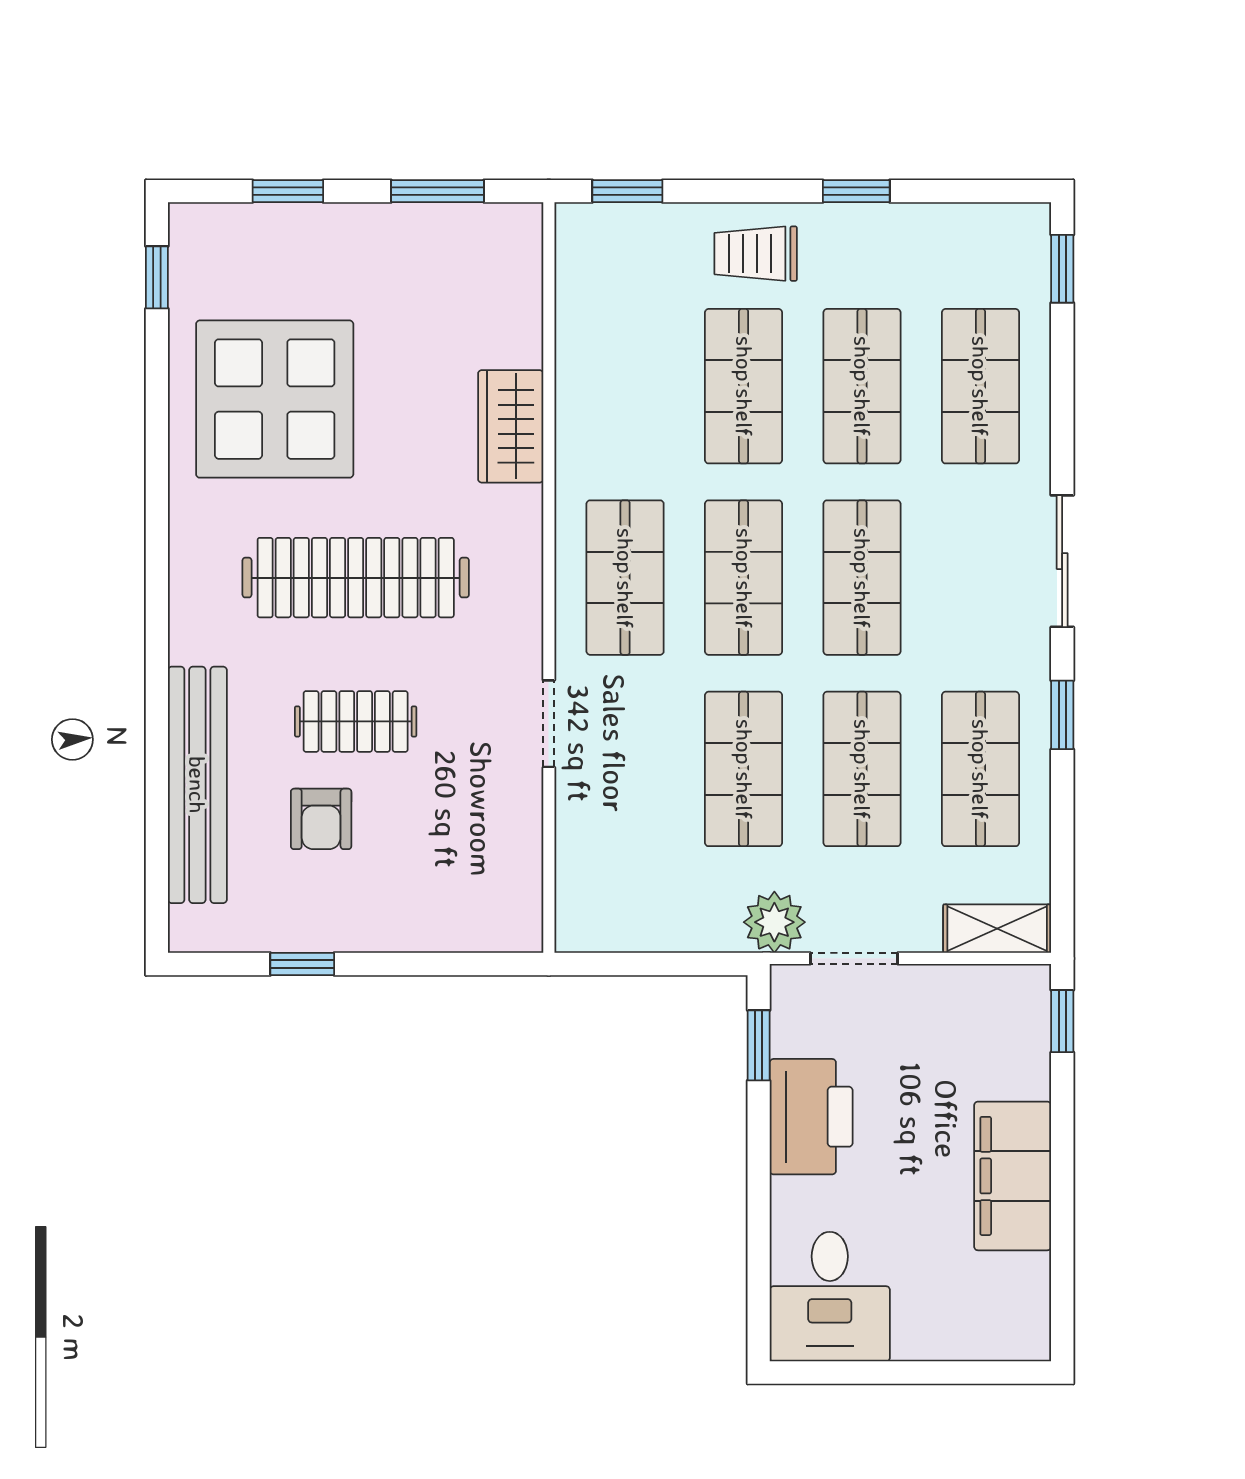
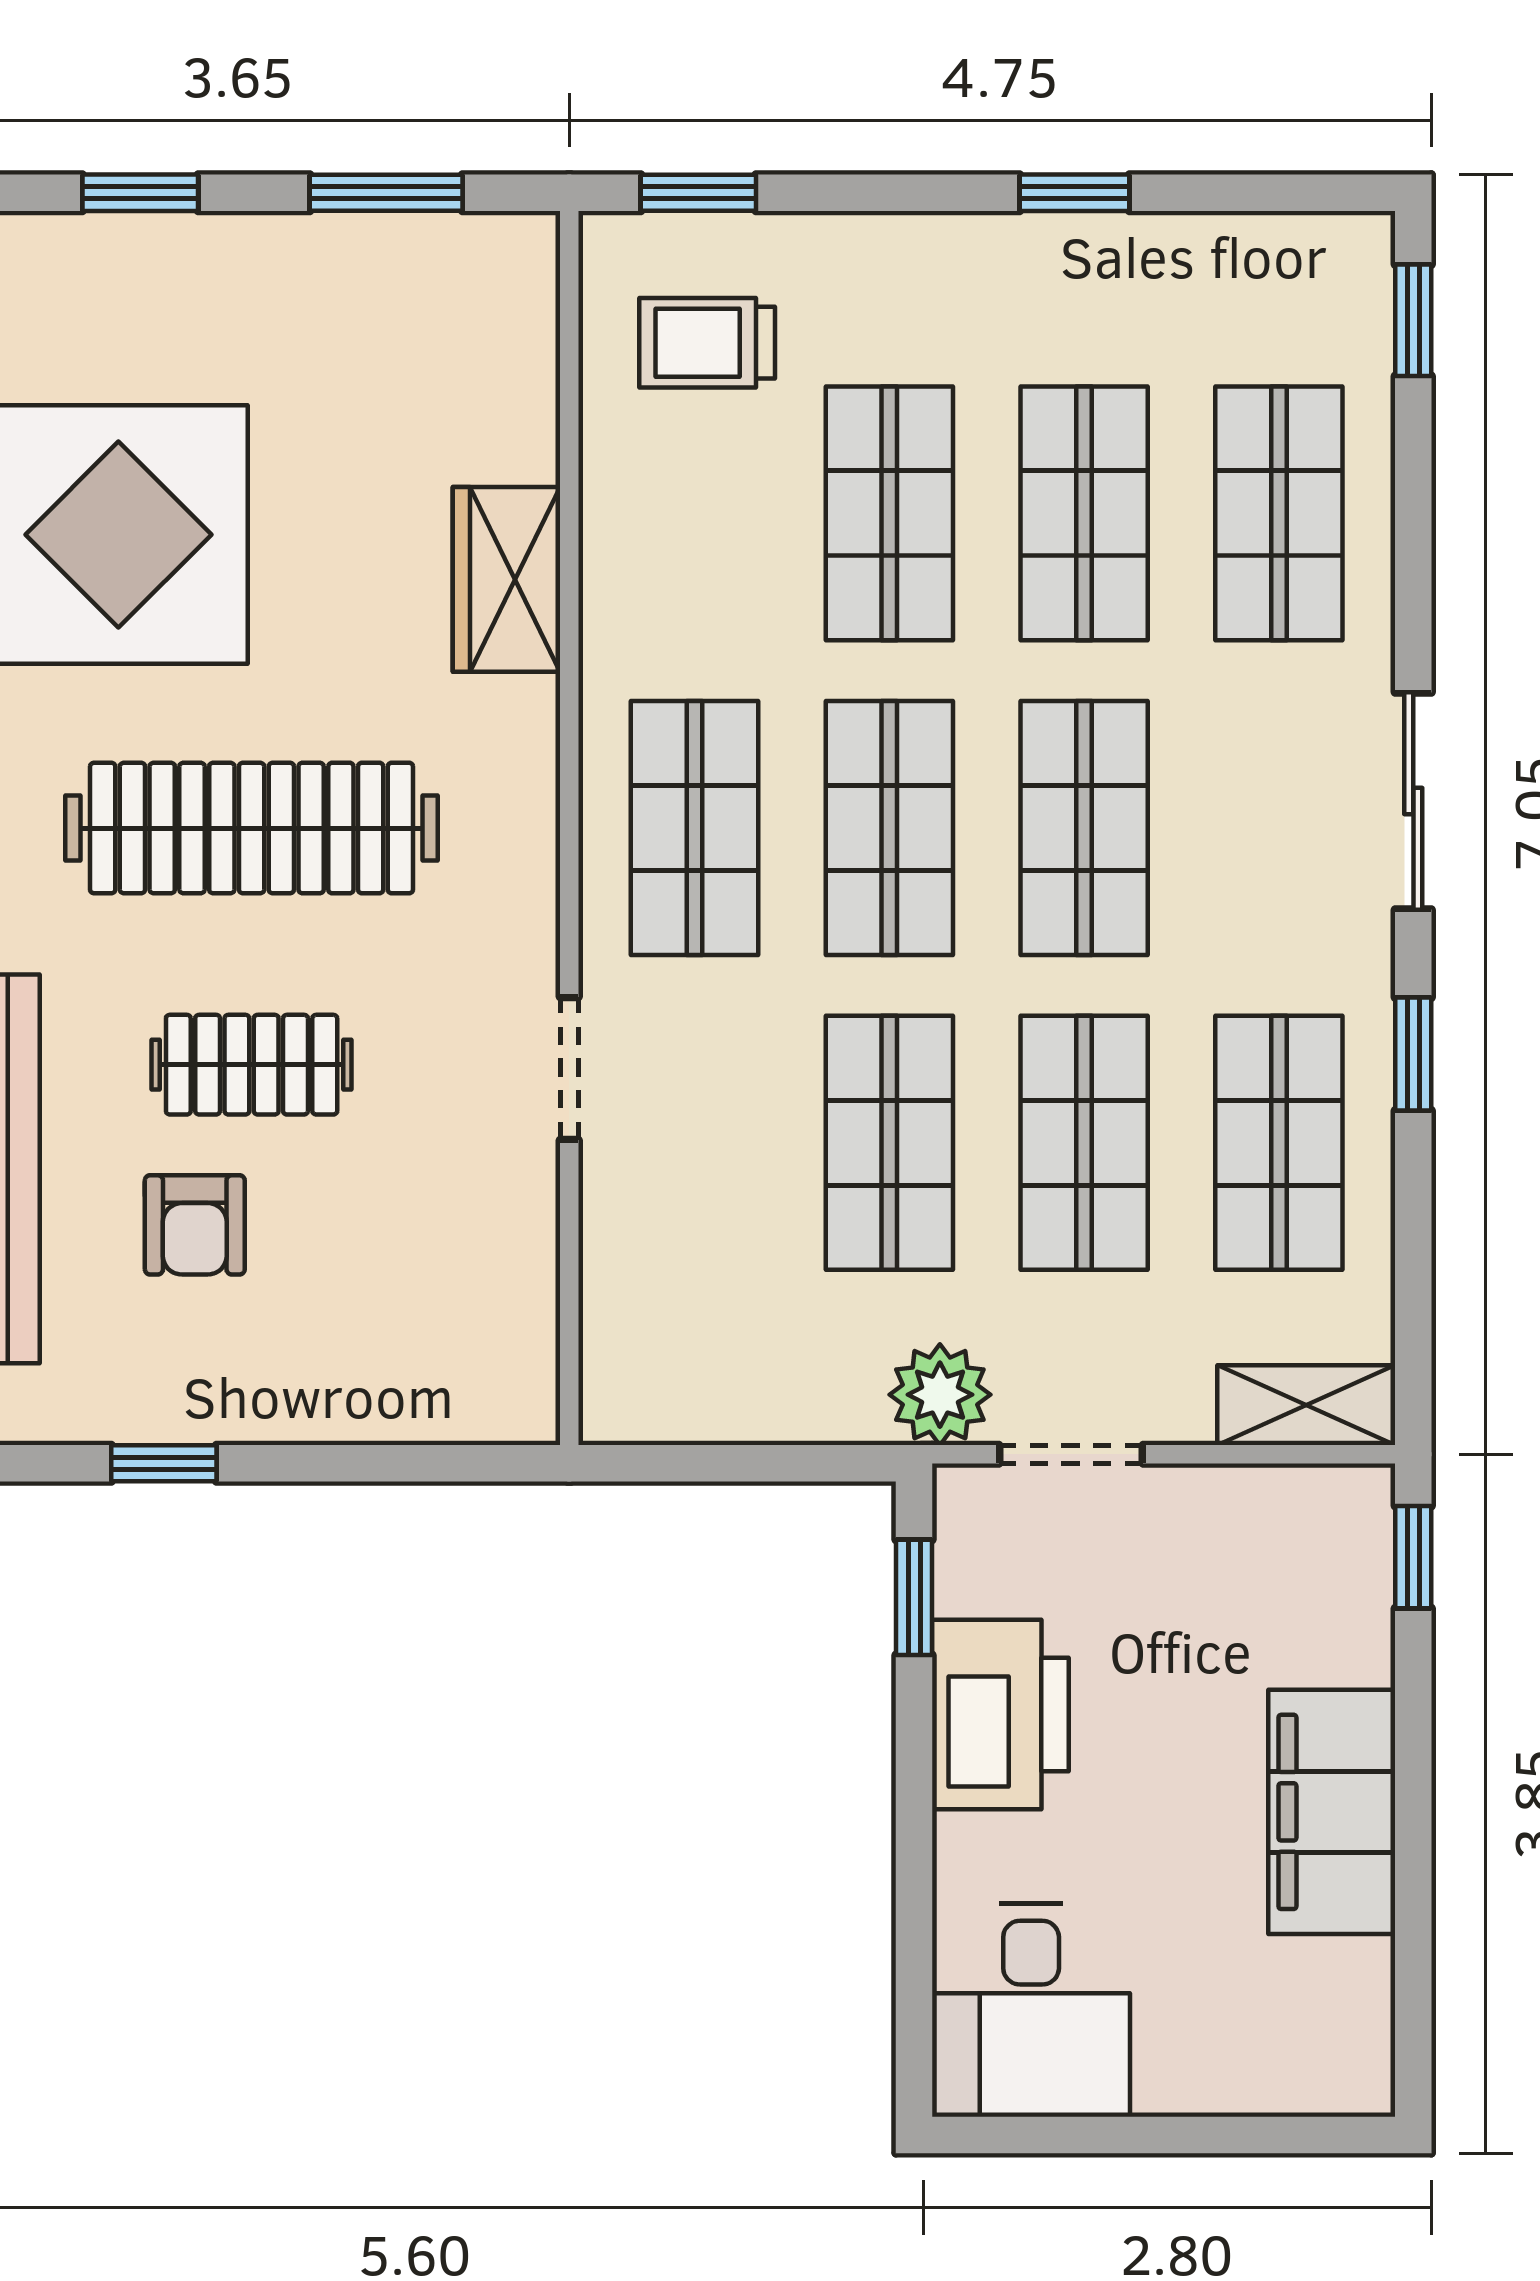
trolley: (756, 254) -> (707, 343), moved

